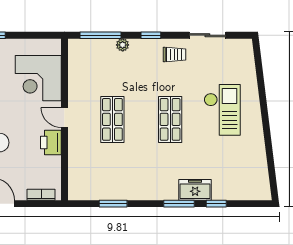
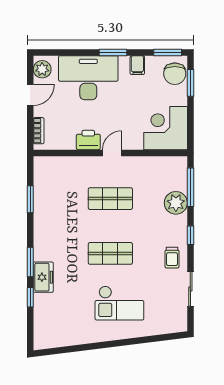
plant: (123, 45) -> (176, 203), width x1.88, depth x1.88
corner desk: (38, 78) -> (166, 128), moved

